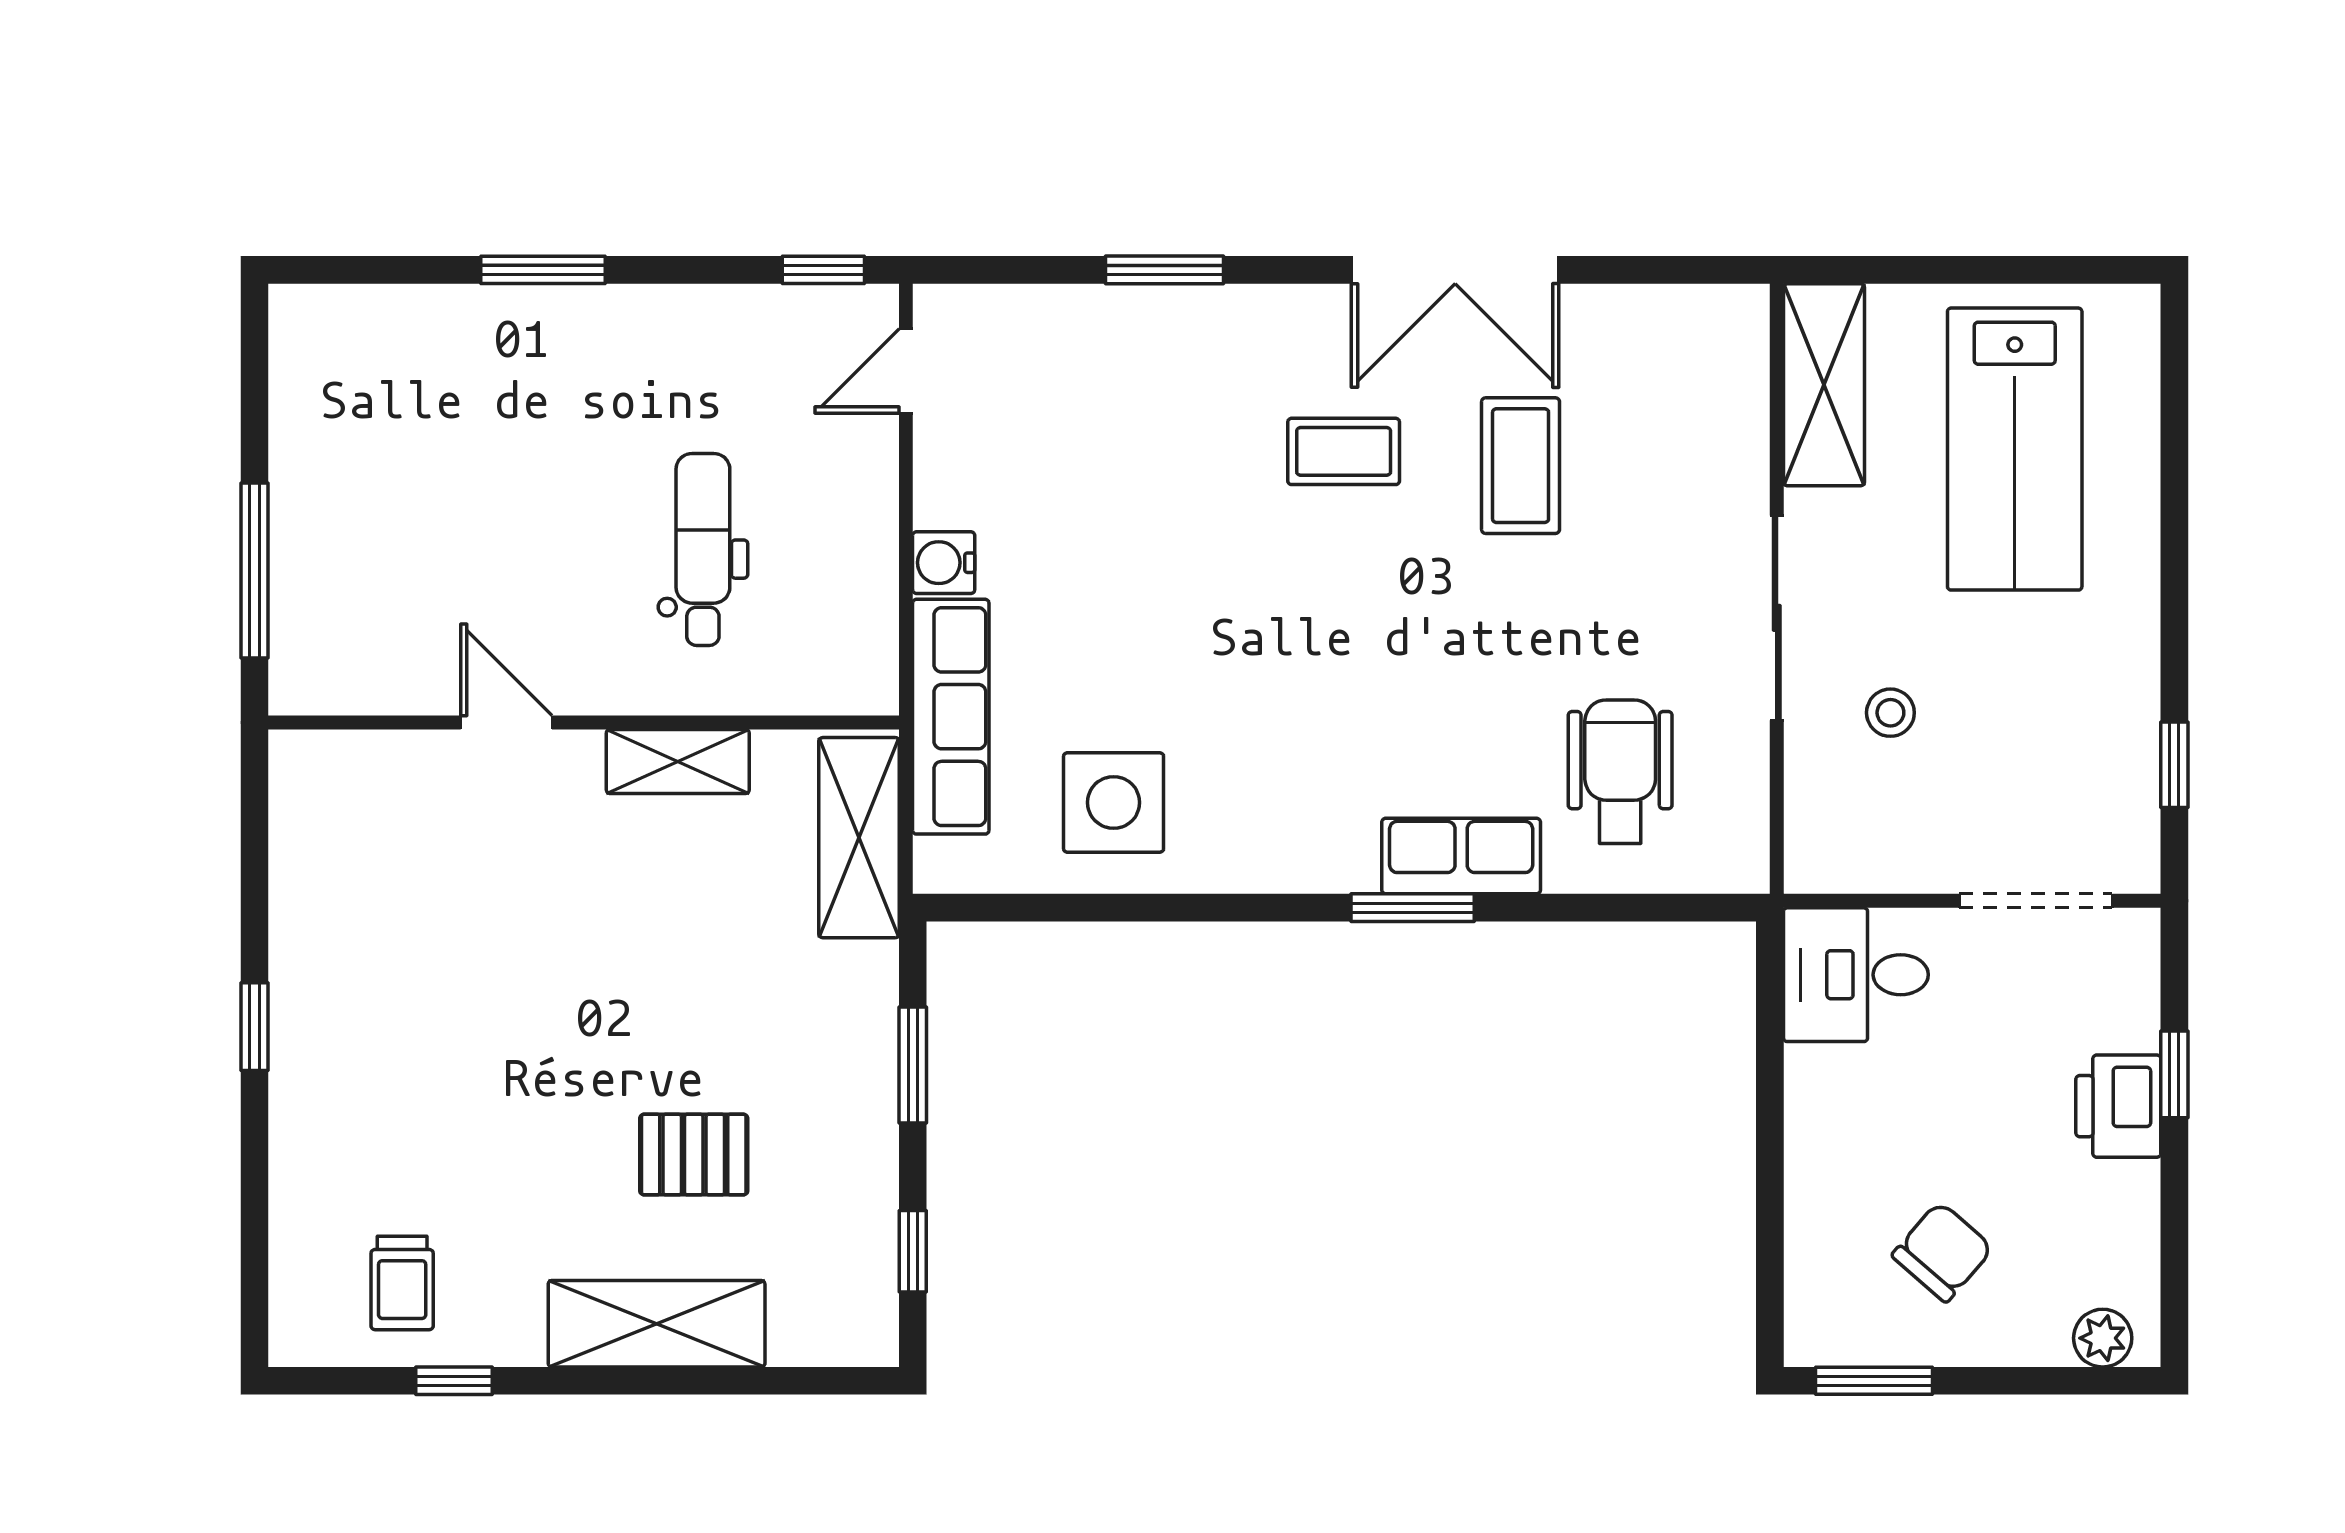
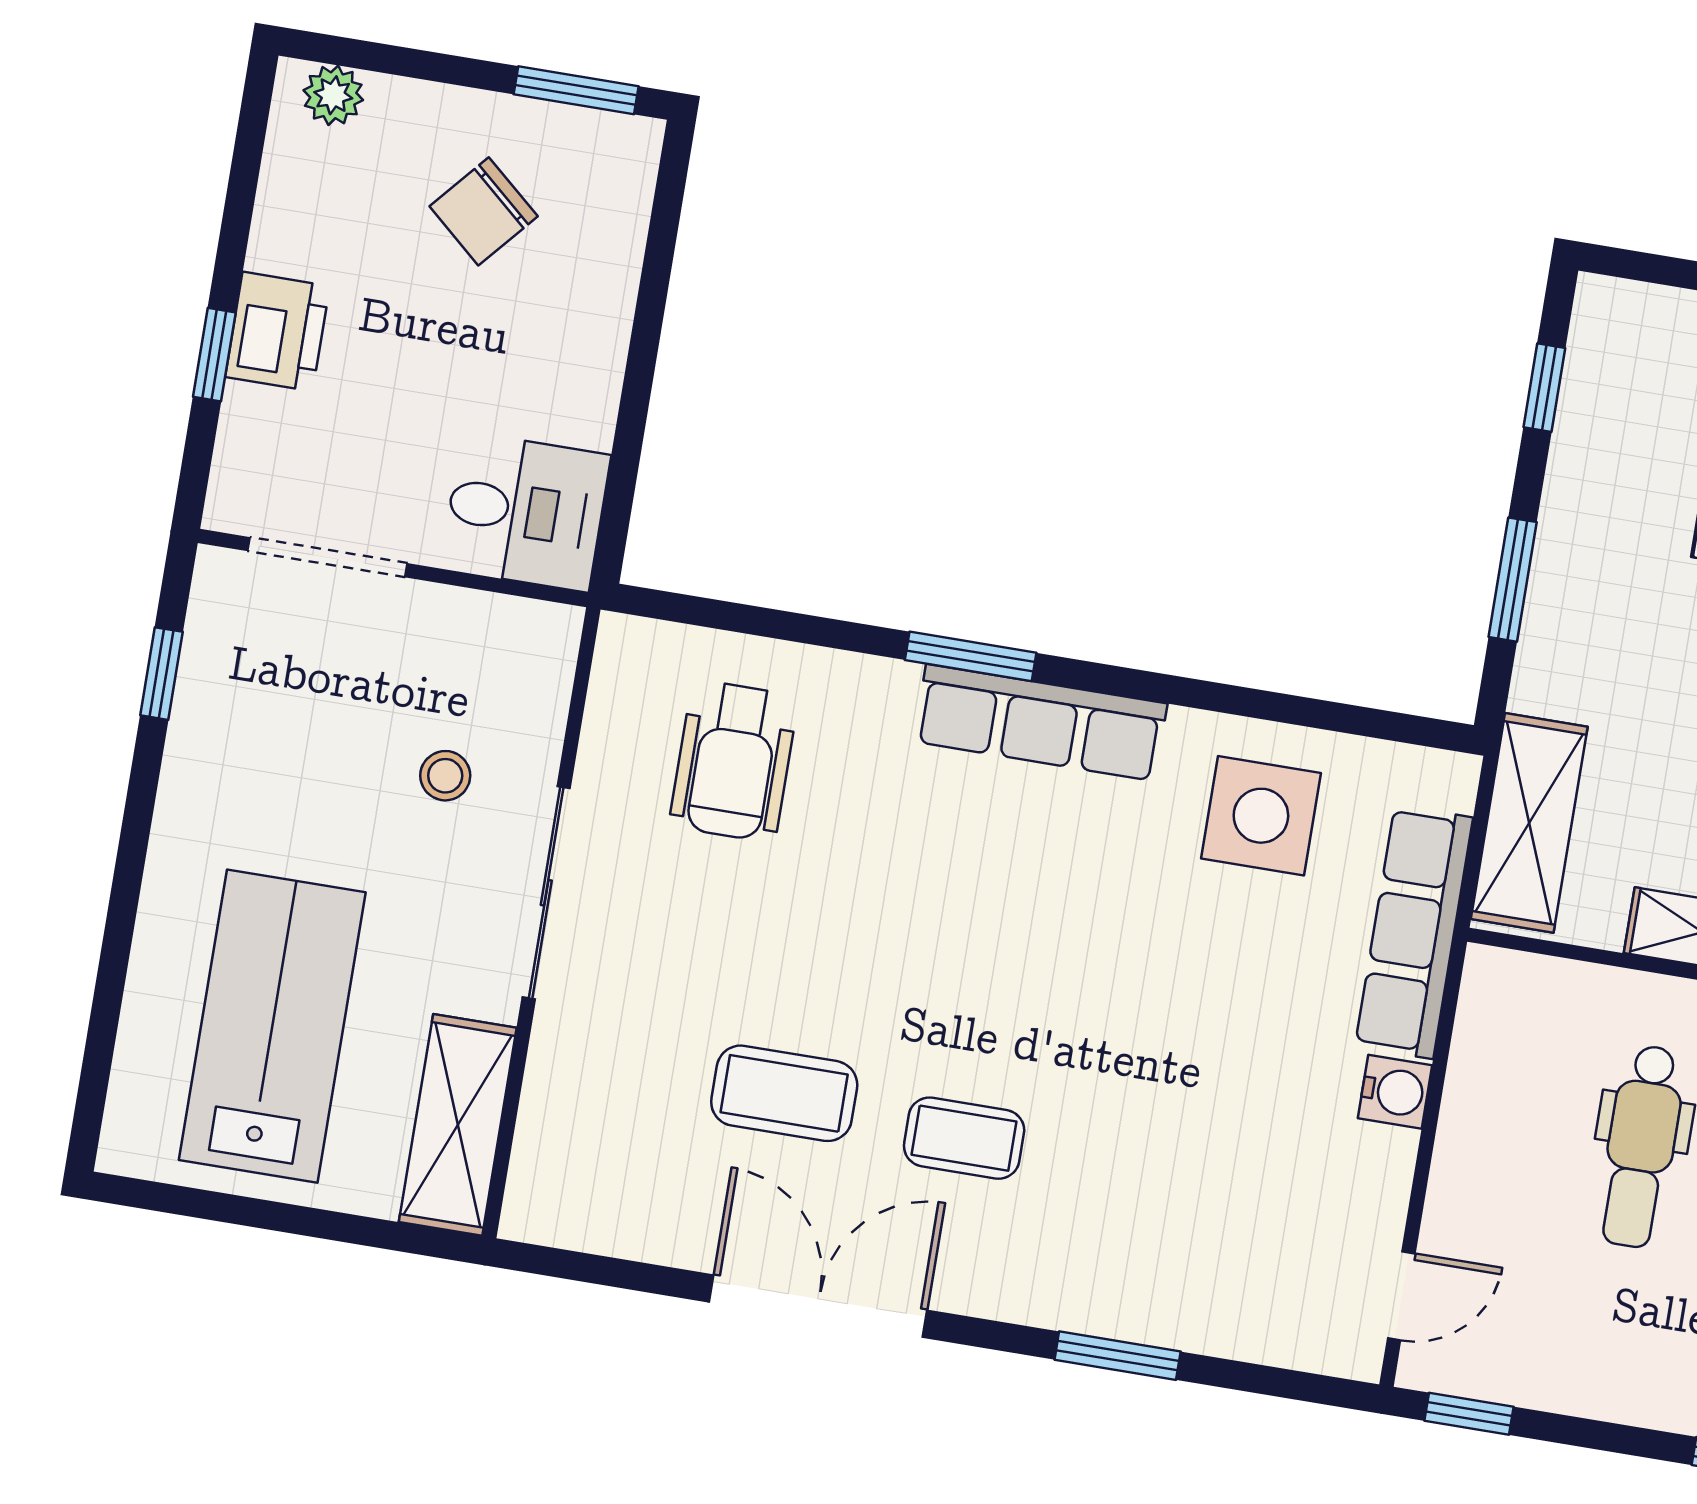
coffee table: (1521, 466) -> (784, 1093), turned 90
row of seats: (1461, 856) -> (1040, 723), moved, width x1.48

